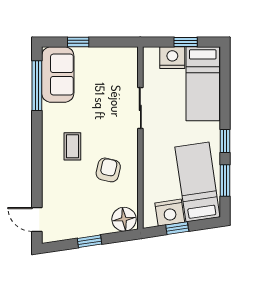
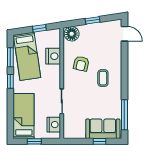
nightstand: (172, 58) -> (54, 125), moved, turned -90
sofa: (58, 75) -> (103, 129), moved, turned 90
nightstand: (170, 213) -> (53, 56), moved, turned 98

